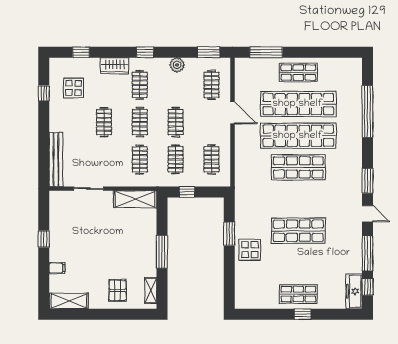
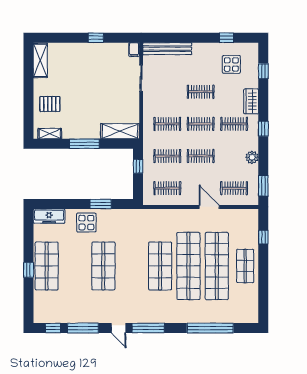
window: (266, 52) -> (263, 237), width x0.46
door: (232, 113) -> (209, 207), swing flipped
window: (368, 181) -> (148, 328), width x1.44
shelving: (135, 199) -> (120, 131), moved, turned 90
door: (368, 214) -> (119, 328), hinge flipped
filing cabinet: (57, 268) -> (134, 50), moved
freezer: (354, 291) -> (49, 216), moved, turned 180
shop shelf: (298, 294) -> (47, 266), width x1.43, depth x1.36

